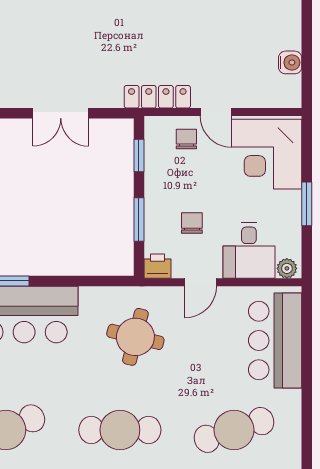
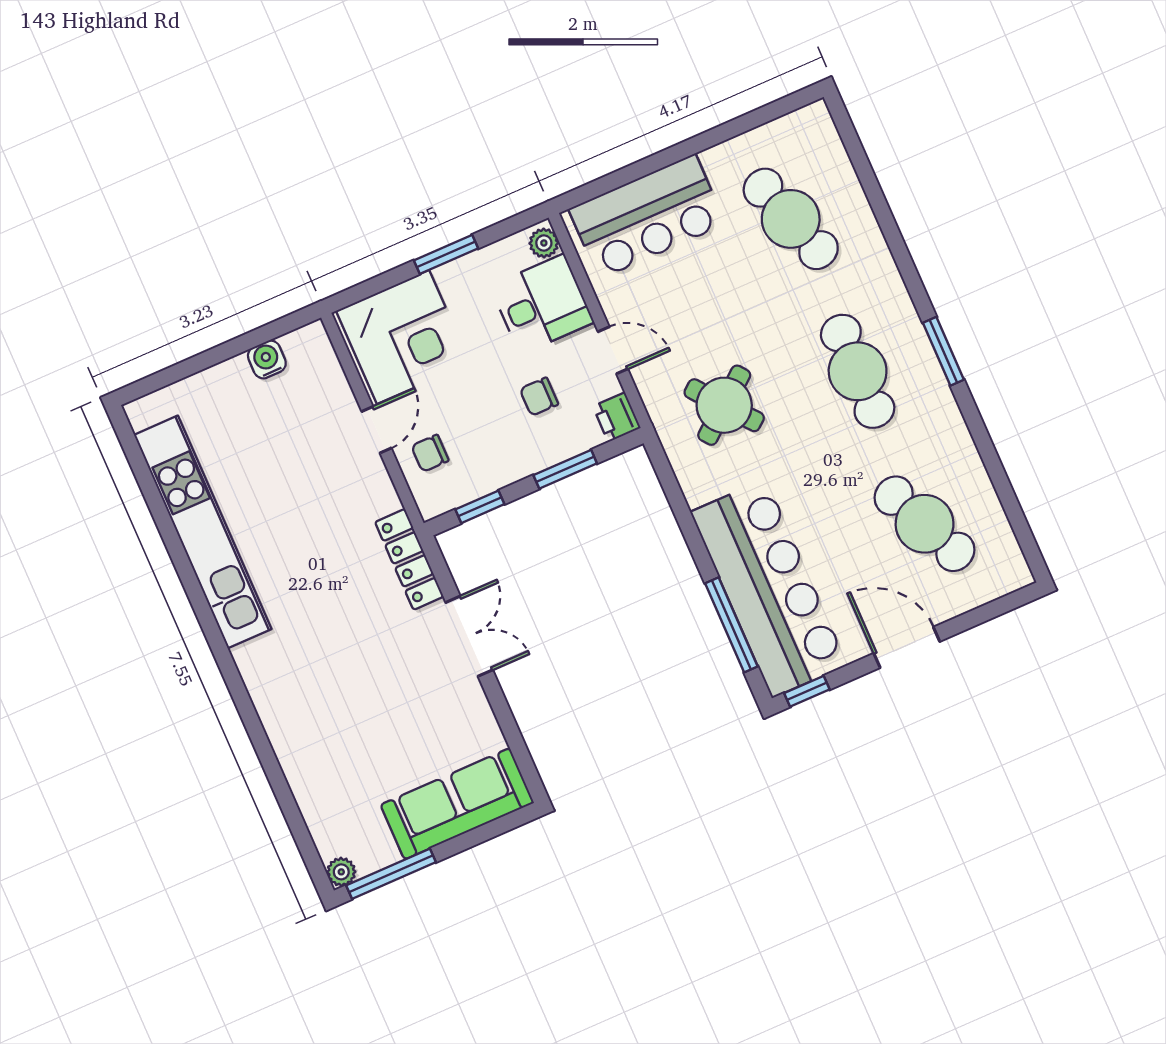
locker: (157, 97) -> (409, 559), moved
round table: (135, 337) -> (724, 405), turned 37

